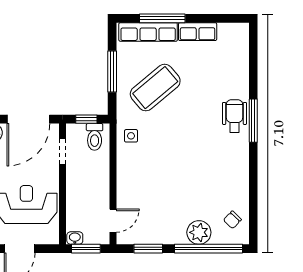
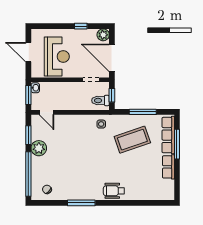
coffee table: (155, 88) -> (132, 140), turned -69
wheelchair: (234, 116) -> (114, 191), turned 180
window: (253, 121) -> (81, 203), moved
plant: (199, 232) -> (39, 148), moved

